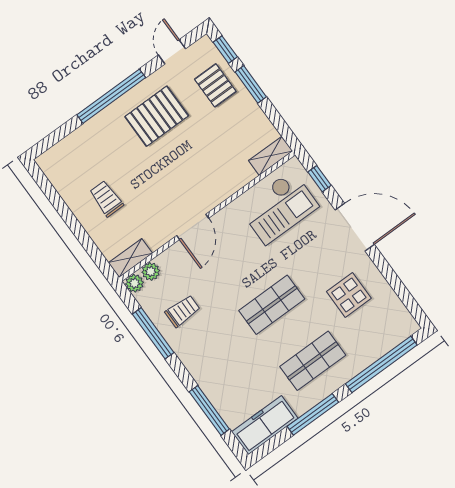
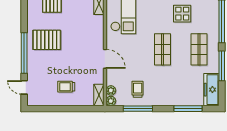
door: (172, 52) -> (24, 87), moved
pallet: (157, 116) -> (47, 40), turned 90

